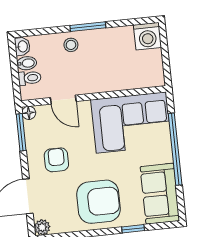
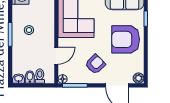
stool: (71, 45) -> (29, 30), moved
armchair: (56, 160) -> (95, 64), turned 136
armchair: (99, 202) -> (126, 39), turned -90

